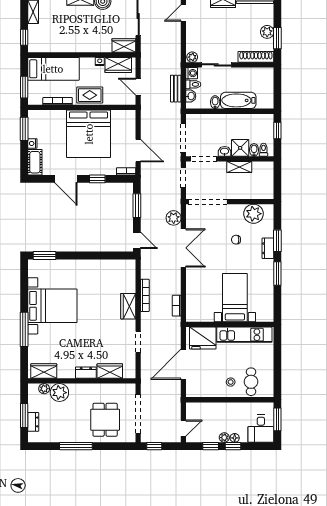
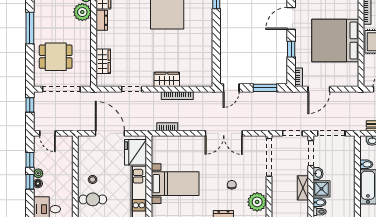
plant: (174, 218) -> (253, 124), removed
dresser: (86, 373) -> (102, 20), moved

